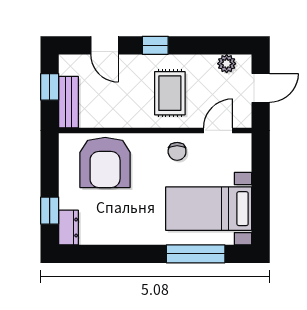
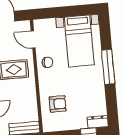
armchair: (105, 162) -> (58, 104), width x0.53, depth x0.53
window: (196, 254) -> (108, 67), moved

